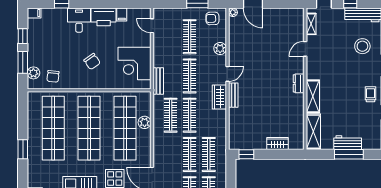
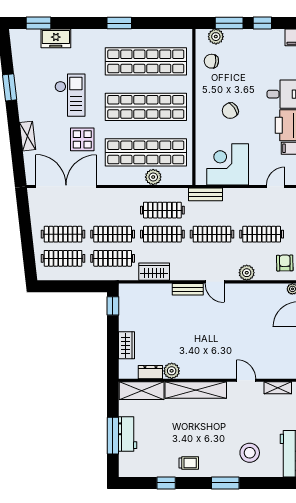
dresser: (299, 83) -> (150, 372), moved
shelving: (313, 96) -> (196, 390), width x1.47
wardrobe: (219, 97) -> (154, 272), moved
plant: (298, 108) -> (172, 371), added

